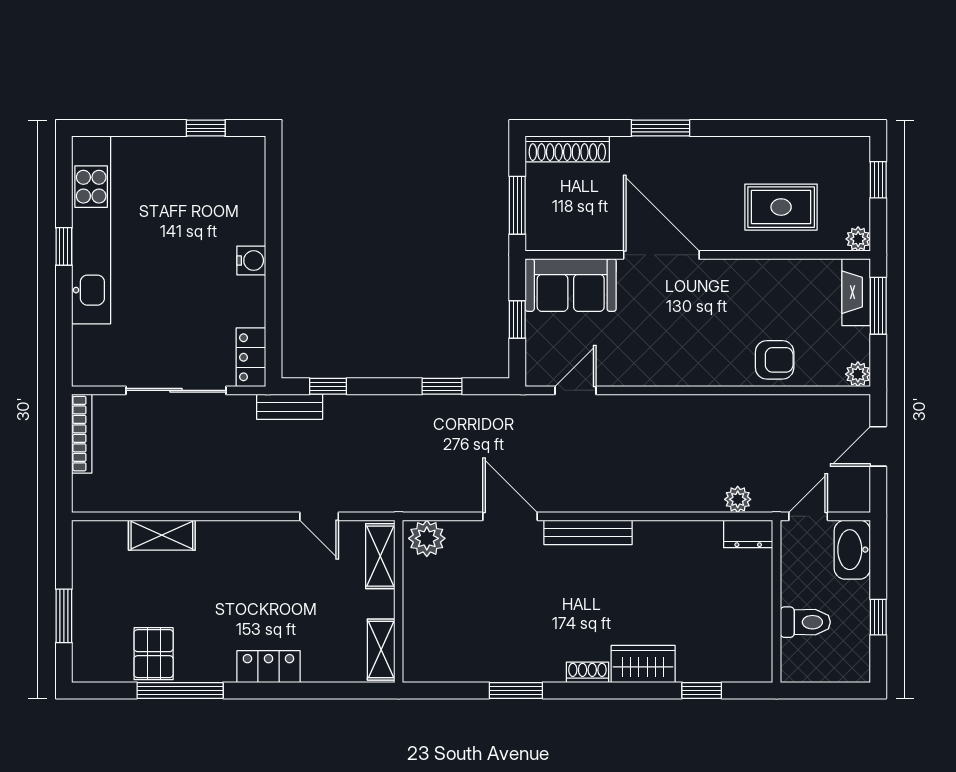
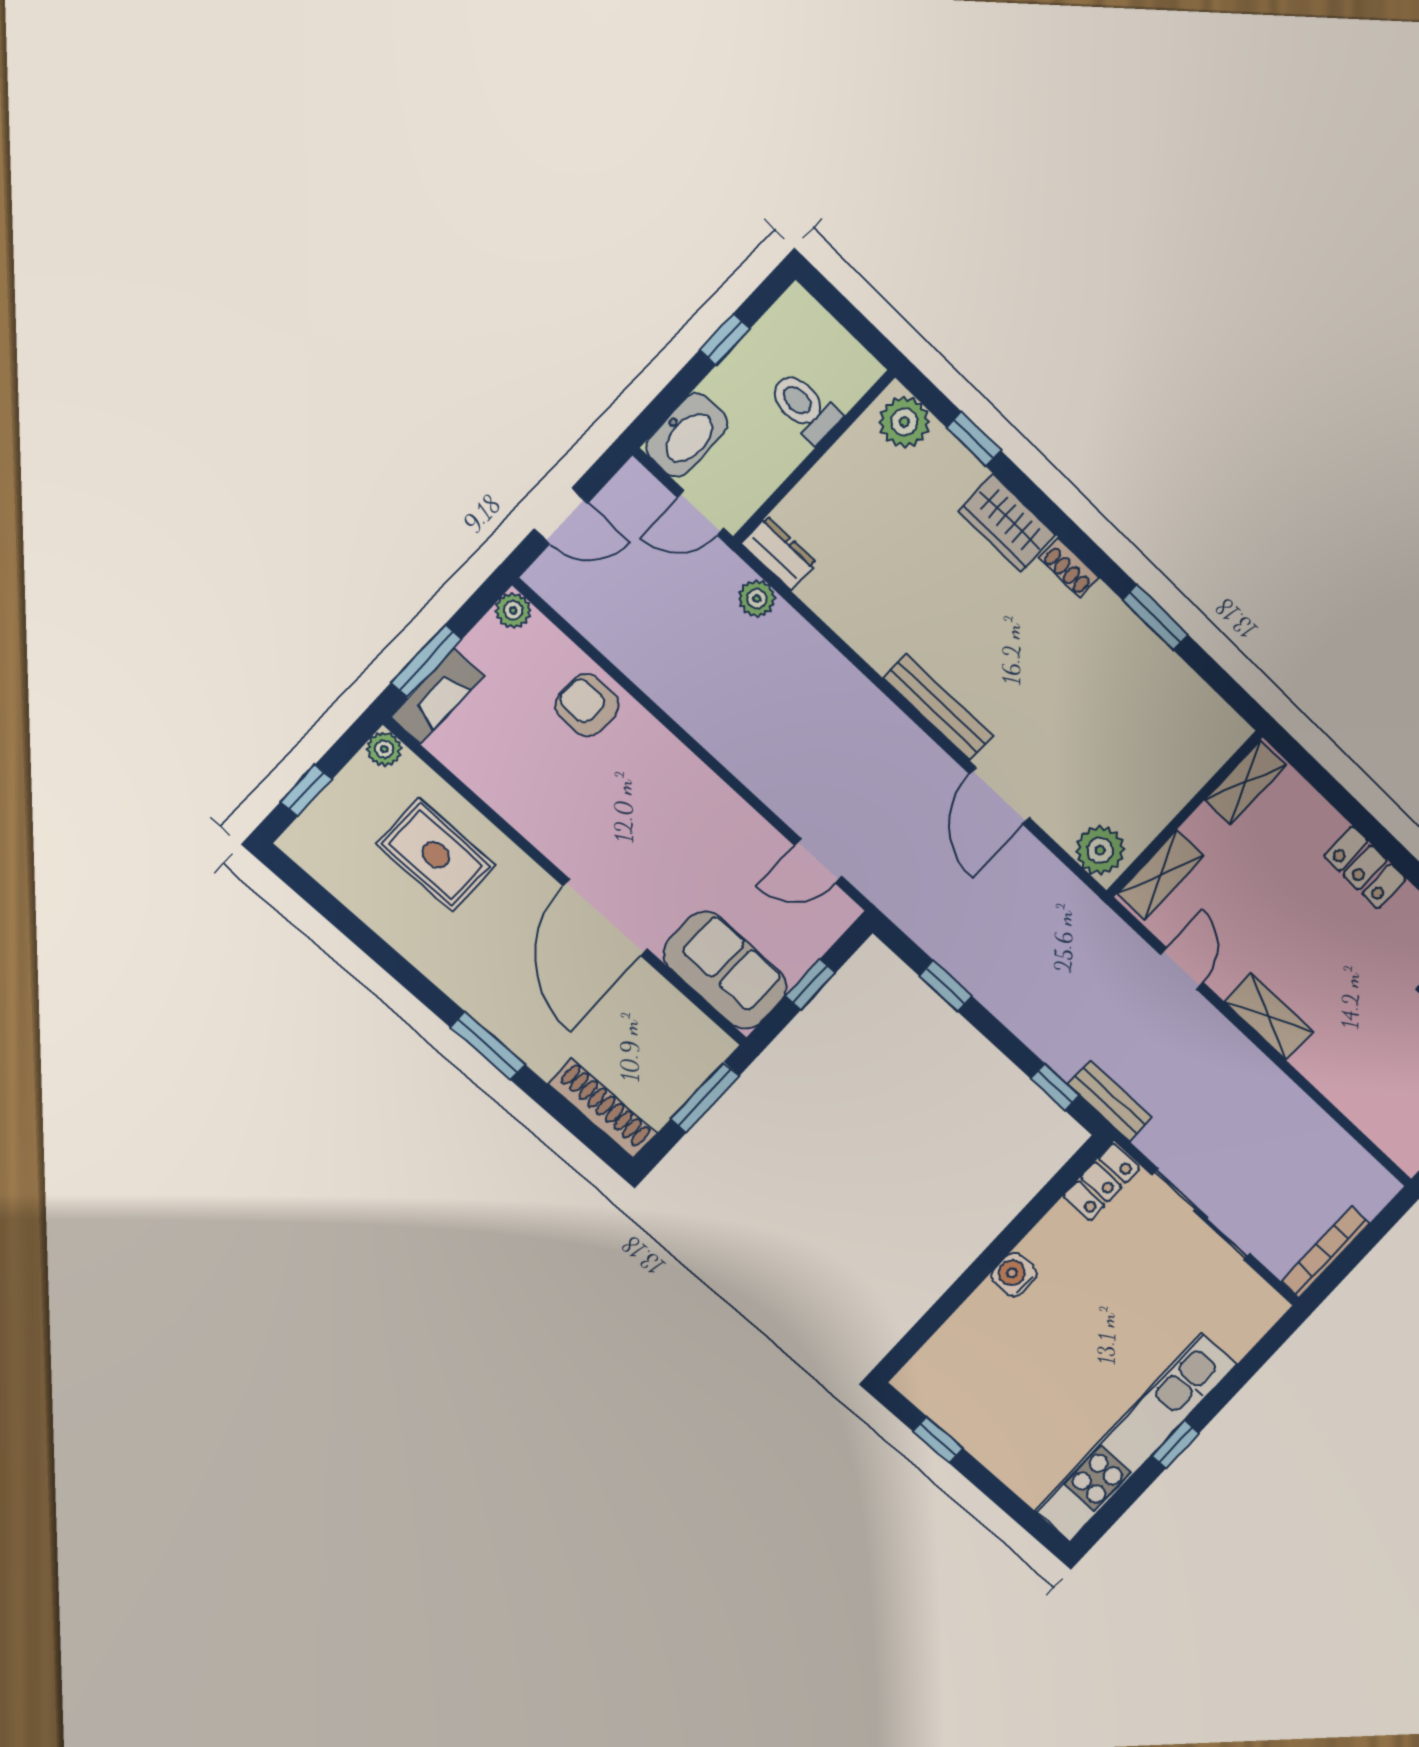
shelving: (162, 535) -> (1269, 1017), moved
plant: (746, 664) -> (904, 422), added

